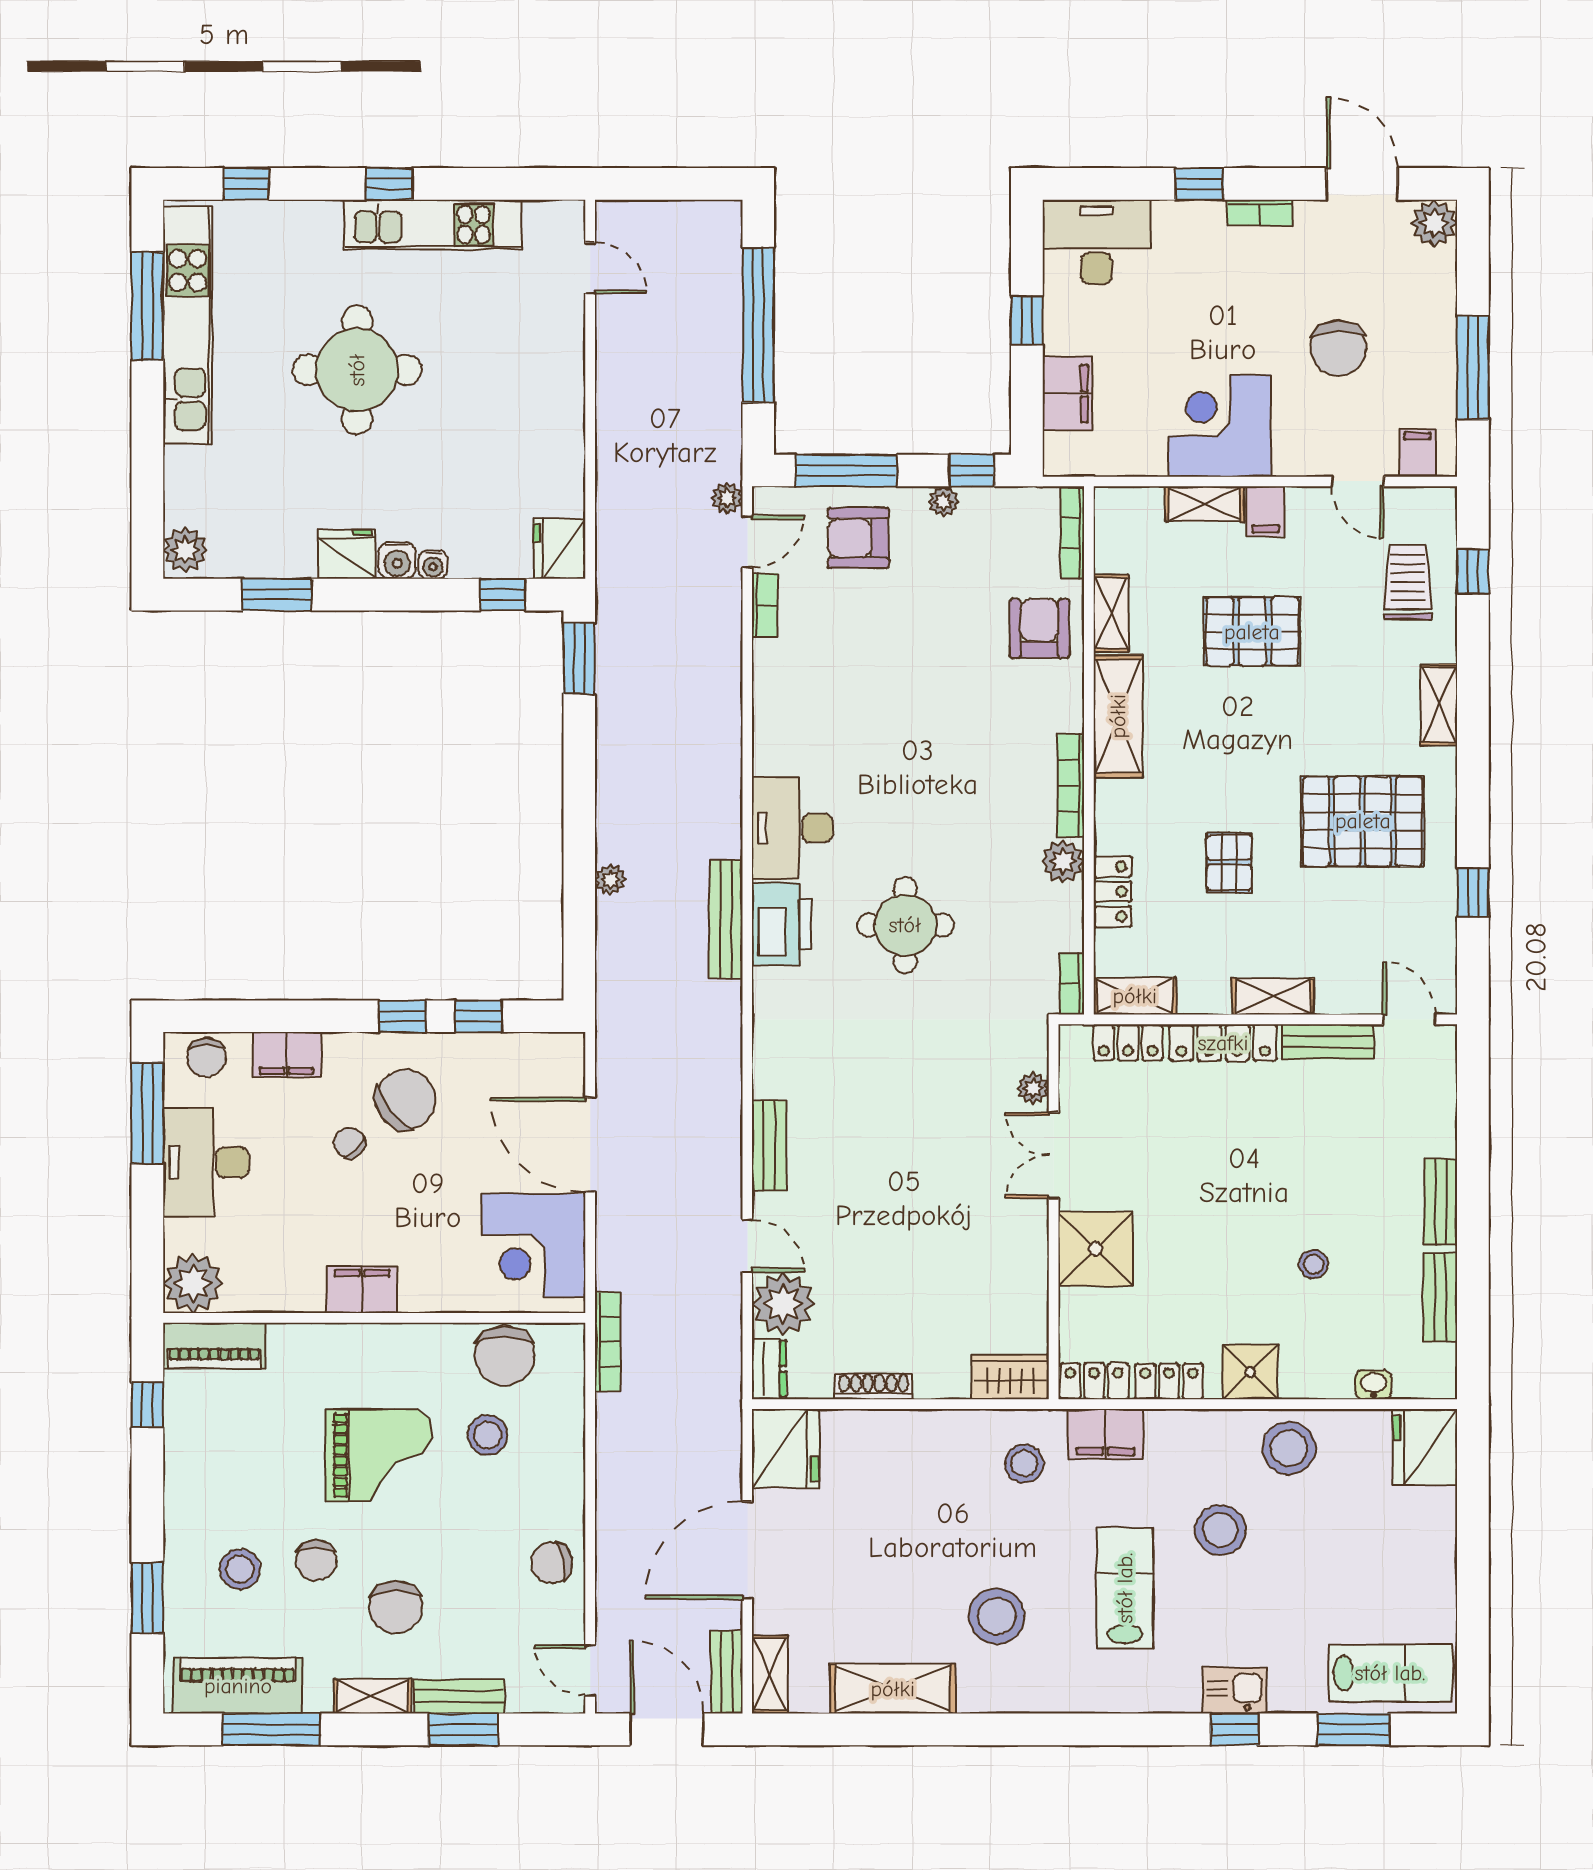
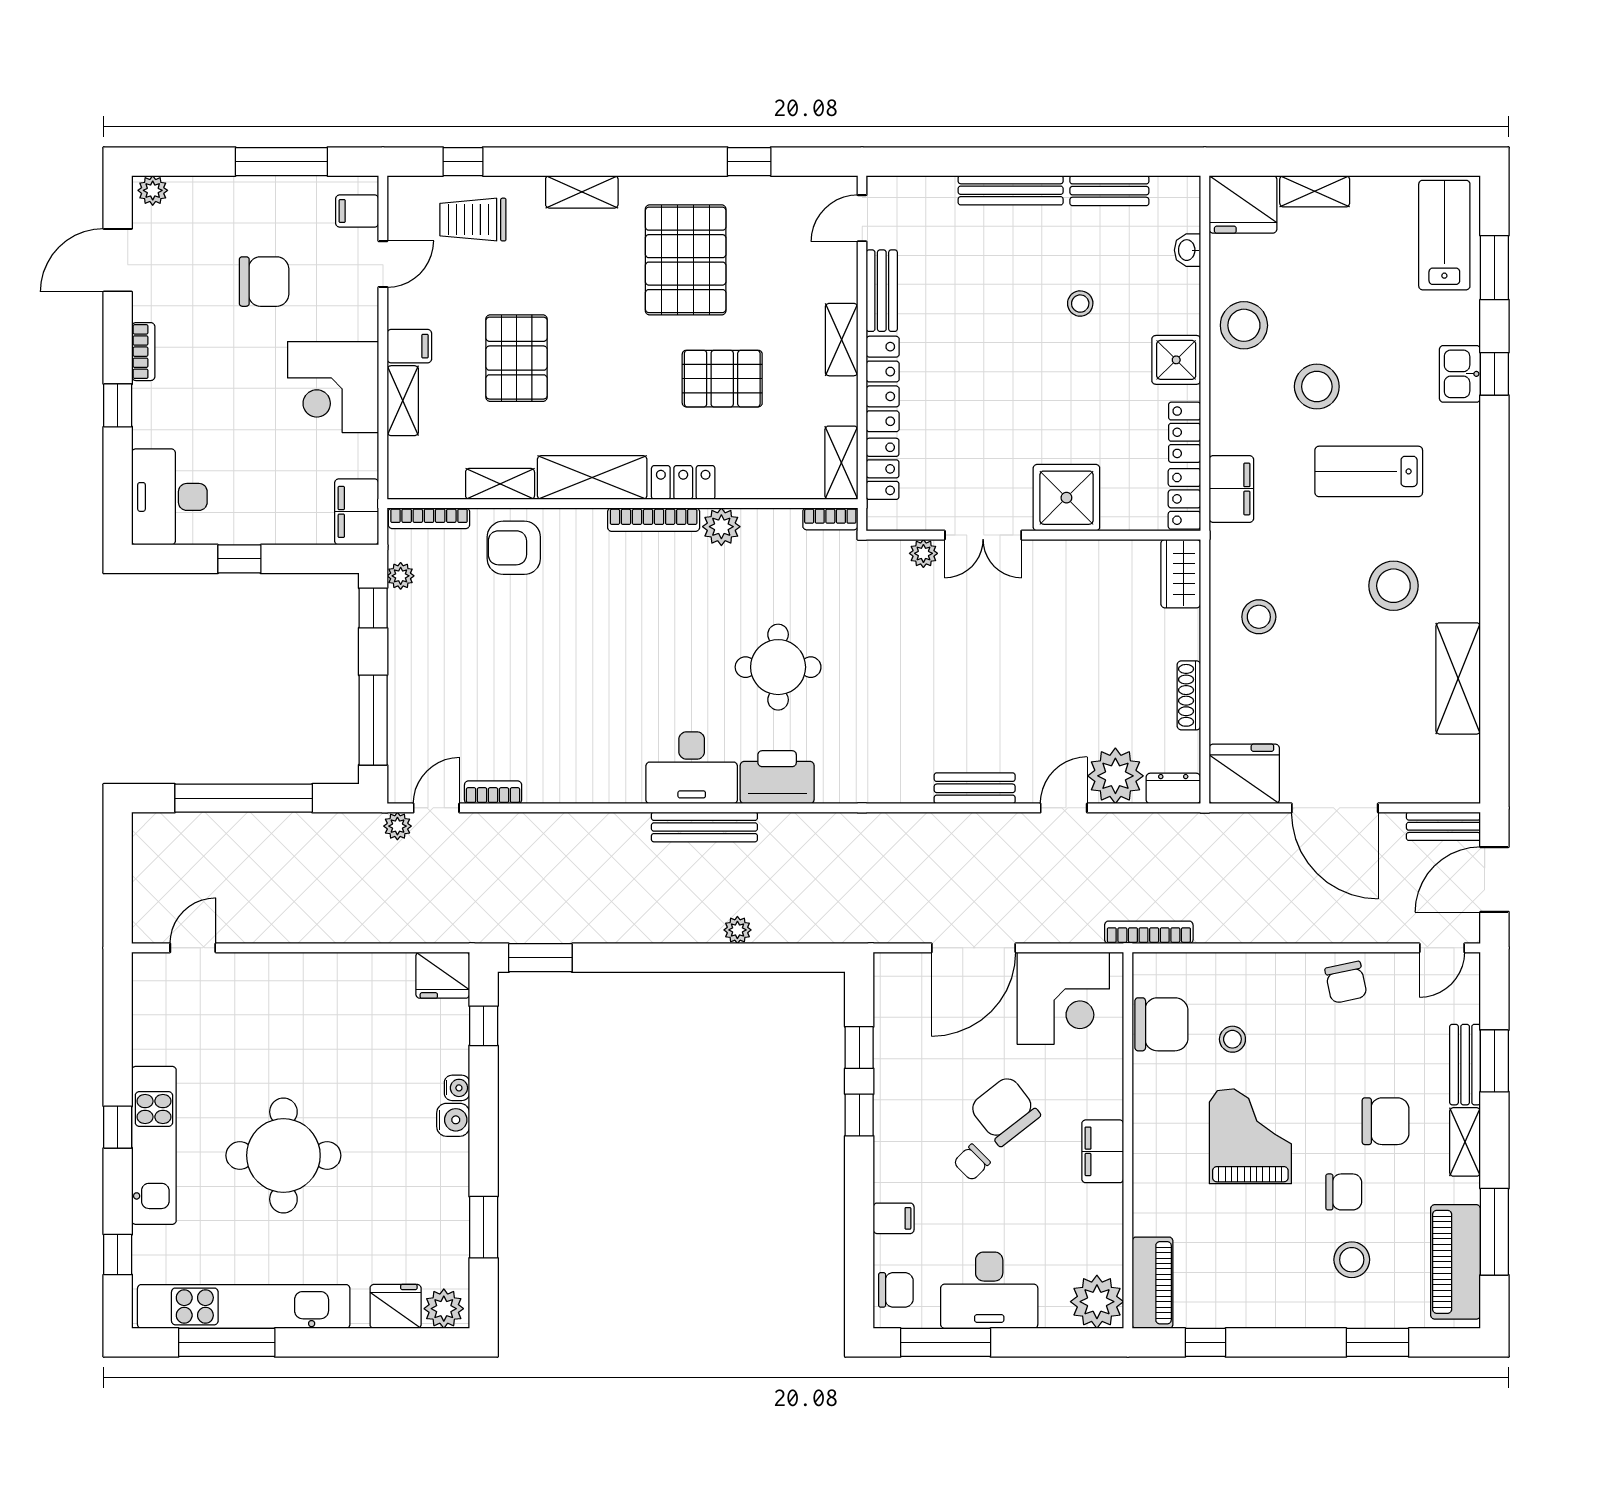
plant: (1434, 223) -> (153, 190), width x0.73, depth x0.73
kitchen unit: (433, 225) -> (154, 1145), moved
filing cabinet: (1067, 394) -> (357, 512), moved, turned -90
plant: (944, 501) -> (401, 576), moved
armchair: (858, 538) -> (433, 709), removed
door: (747, 542) -> (436, 808), hinge flipped
fridge: (347, 554) -> (396, 1306), moved, turned 90
pallet: (1229, 862) -> (722, 379), width x1.50, depth x1.42
locker: (1113, 892) -> (683, 483), moved
bench: (726, 919) -> (704, 827), moved
filing cabinet: (287, 1055) -> (894, 1218), width x0.50
chair: (405, 1100) -> (1005, 1111), moved
bench: (1441, 1202) -> (1011, 190), width x1.36
stool: (488, 1435) -> (1232, 1039), width x0.73, depth x0.73
stool: (1024, 1464) -> (1259, 617), moved
shelving: (770, 1674) -> (1315, 191), moved

